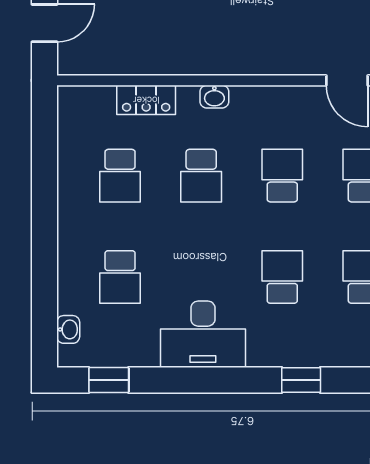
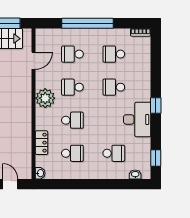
washbasin: (214, 97) -> (40, 173), moved
plant: (255, 109) -> (45, 98), added
window: (301, 380) -> (156, 105), moved

